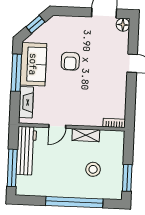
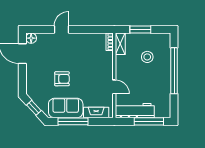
shelving: (86, 135) -> (120, 44), moved
window: (127, 178) -> (140, 29), moved

